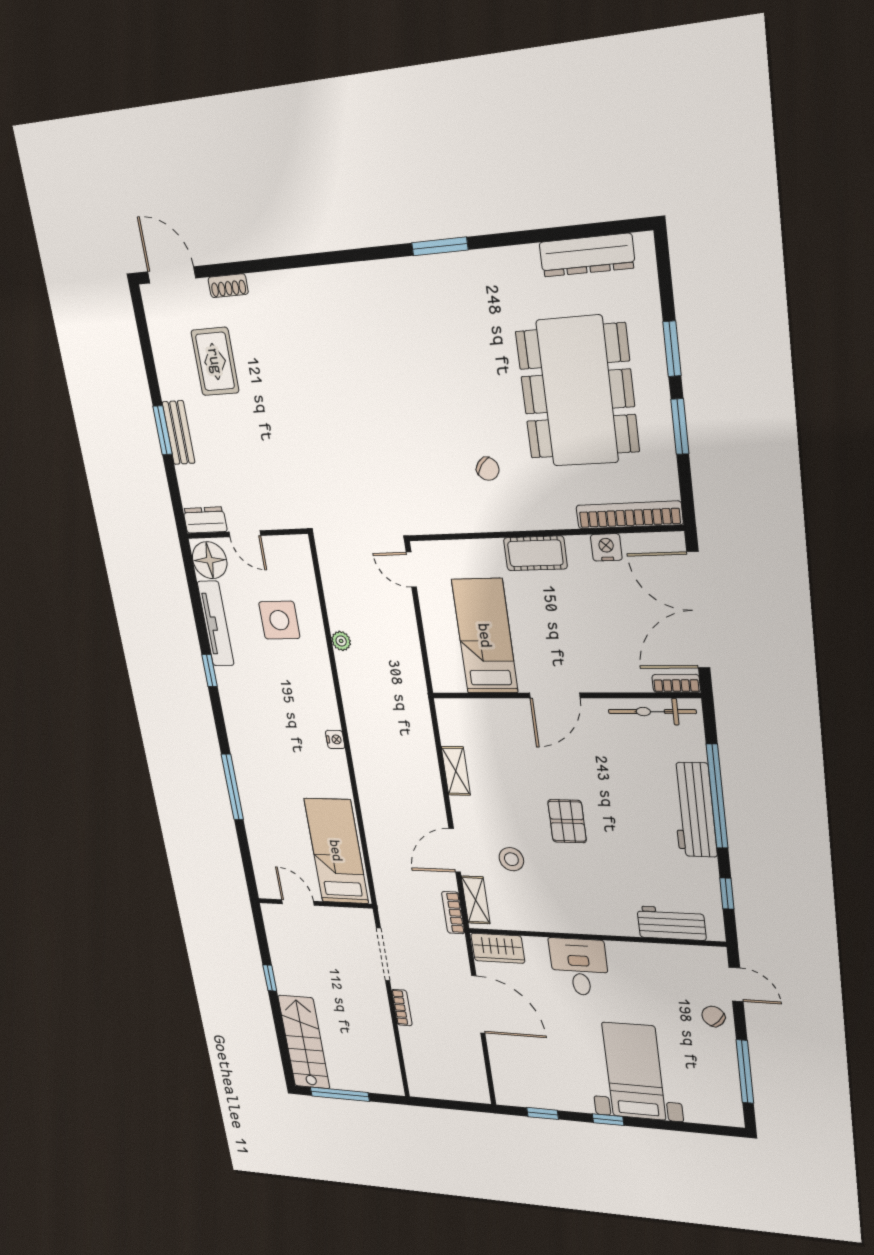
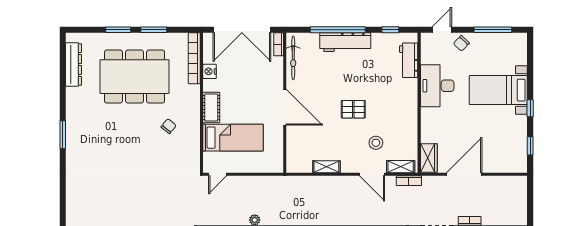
bed: (485, 636) -> (233, 138), moved, turned 180
door: (555, 695) -> (285, 107), width x1.36
desk: (579, 967) -> (437, 86), moved, width x1.37

